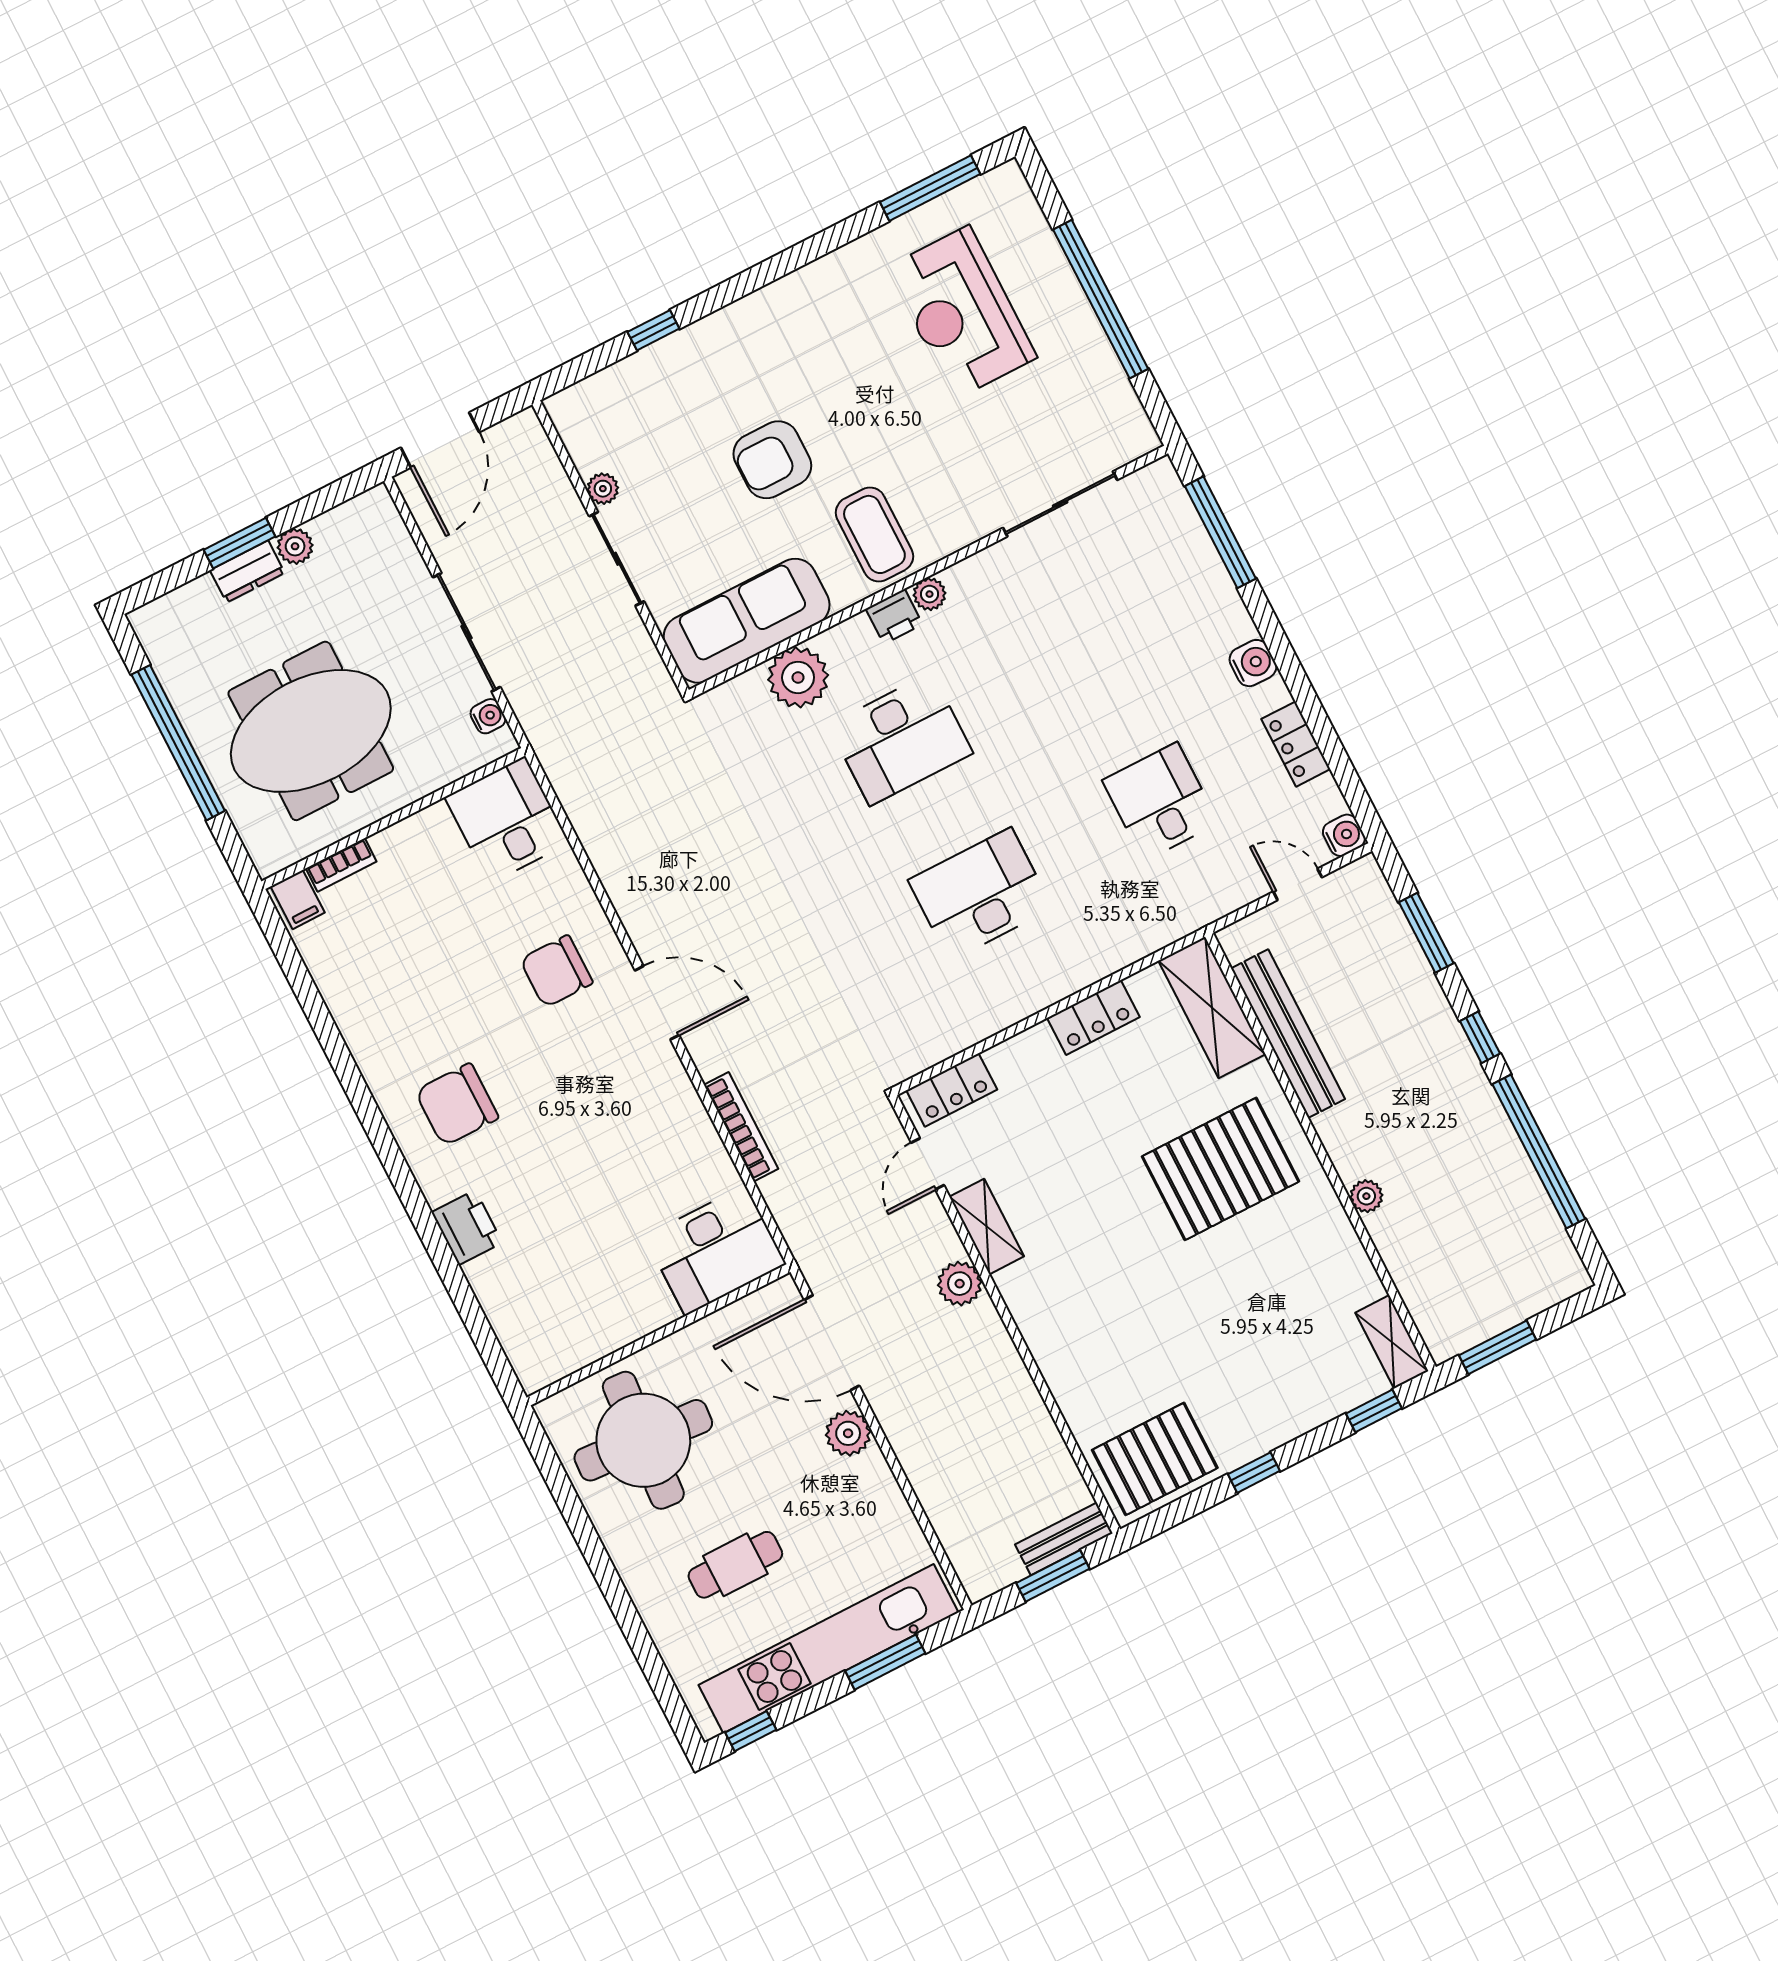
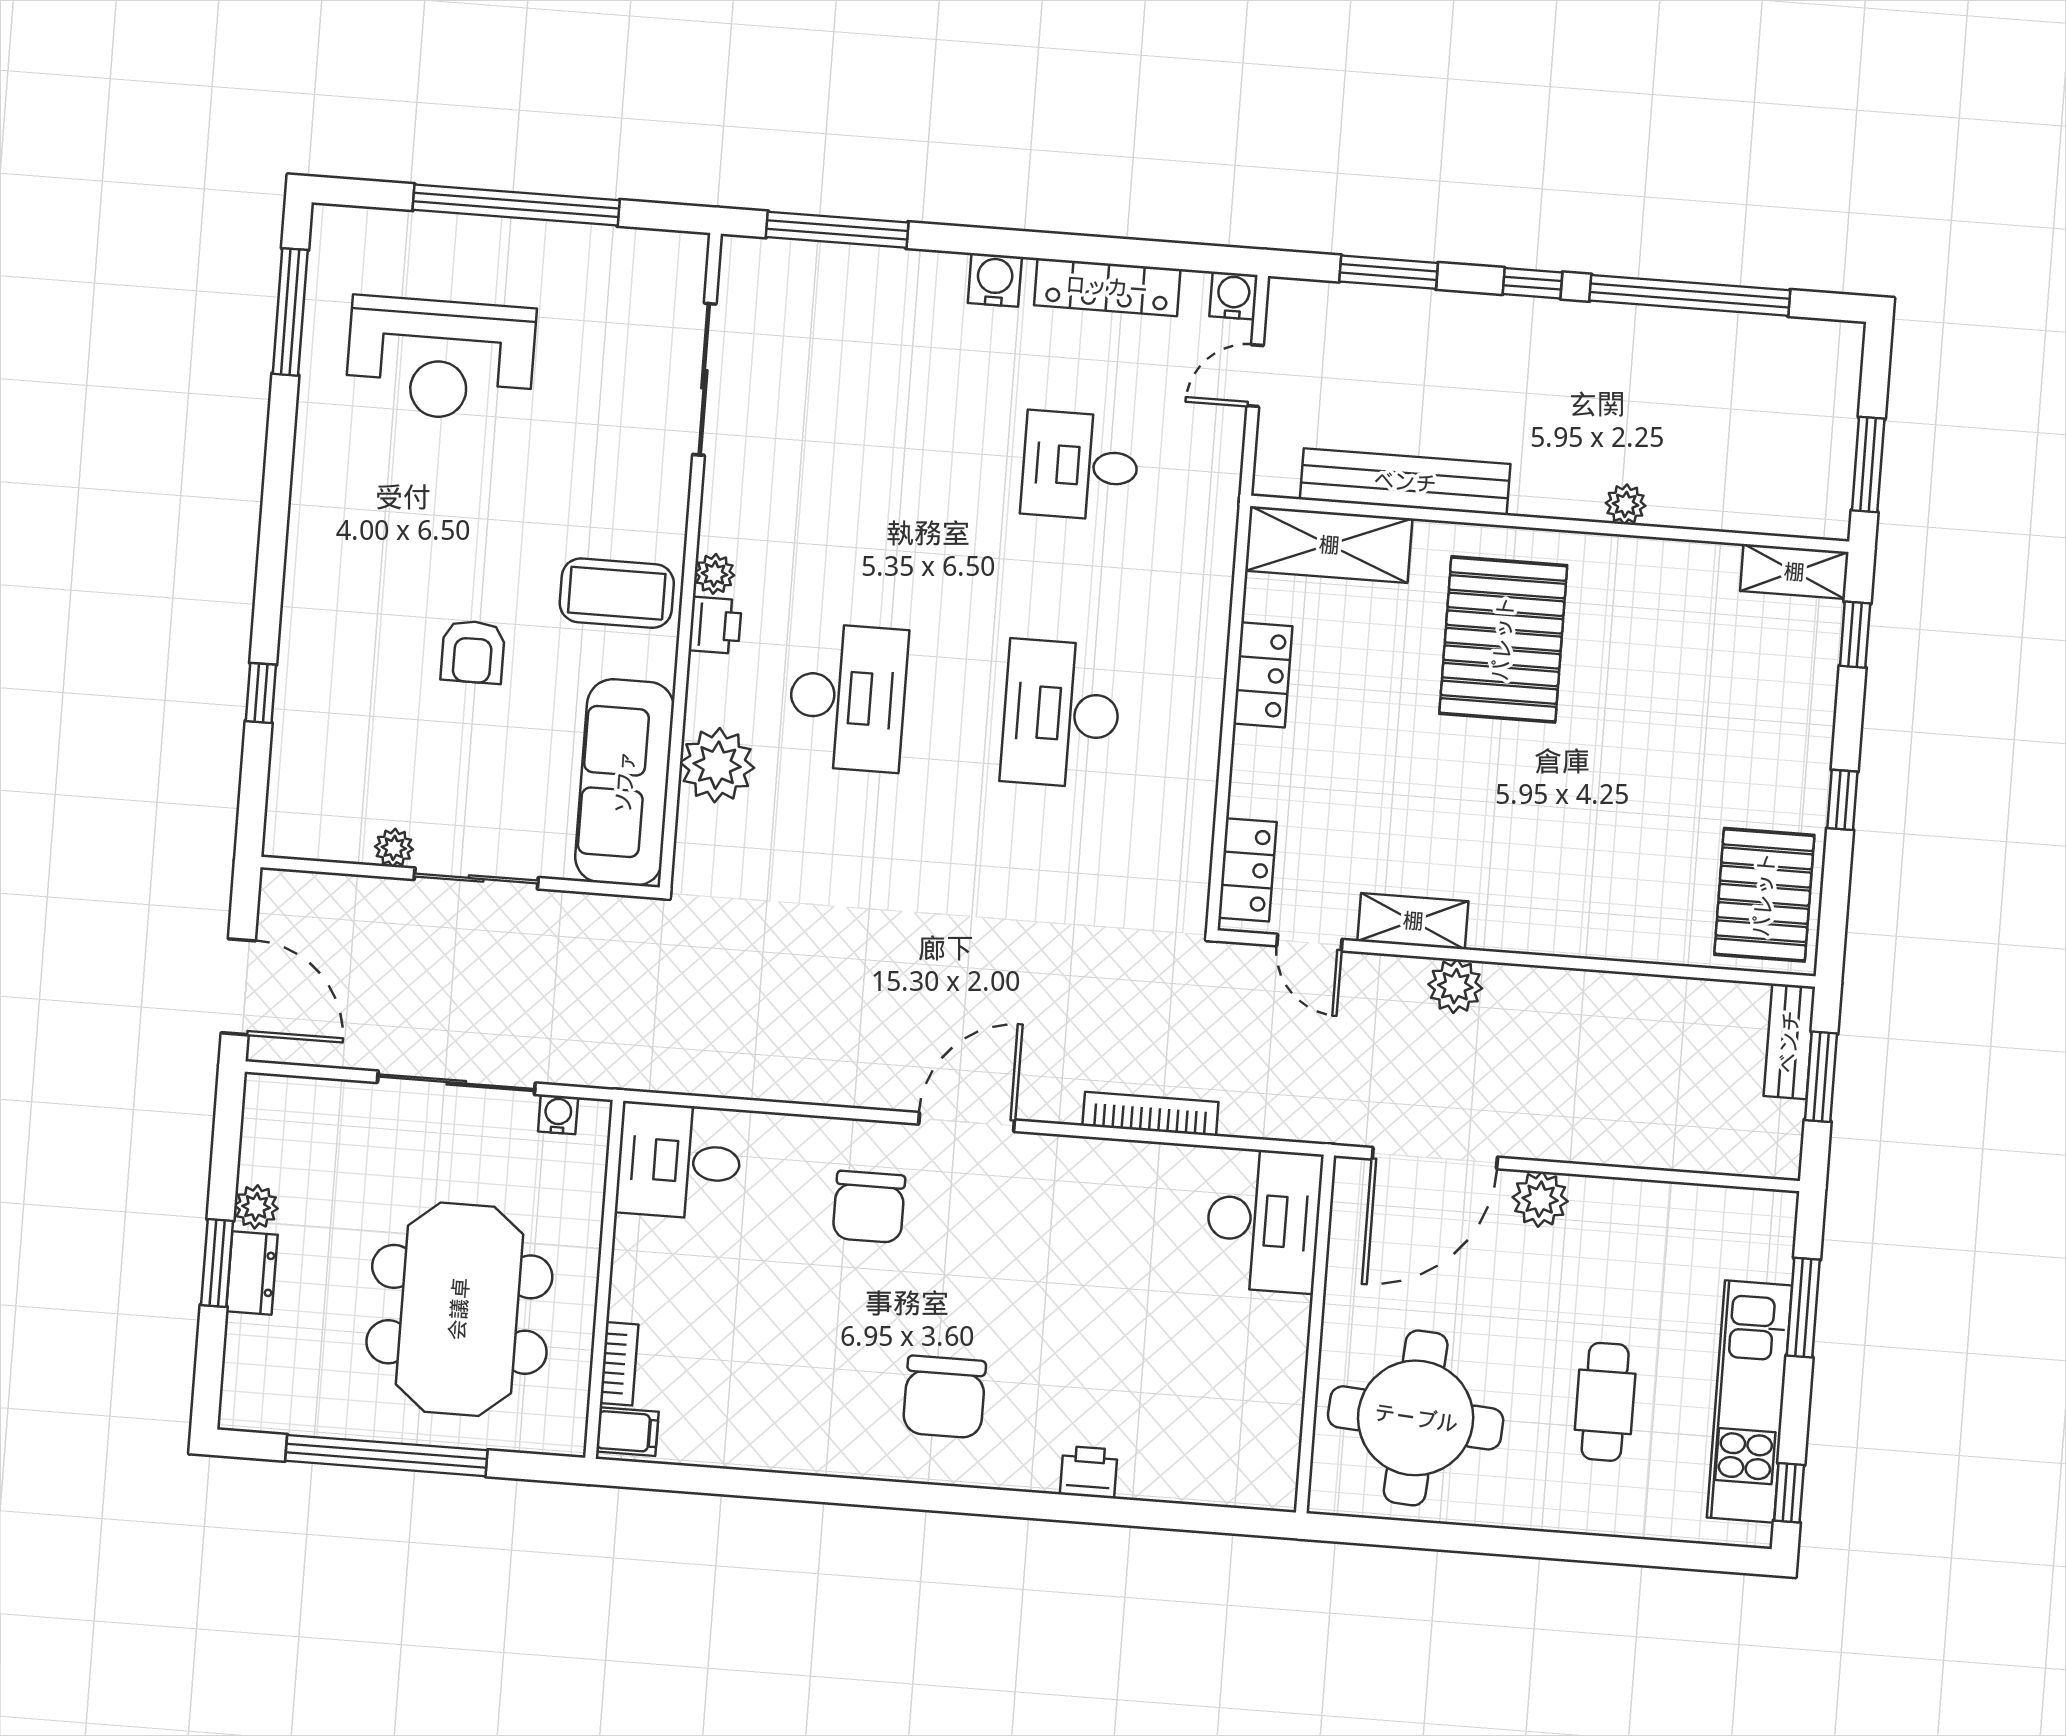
armchair: (772, 460) -> (473, 652), width x0.72, depth x0.72
locker: (1296, 744) -> (1107, 287), width x1.53
printer: (467, 1227) -> (1089, 1472), width x0.73, depth x0.81
kitchen unit: (829, 1649) -> (1750, 1402), width x0.73

